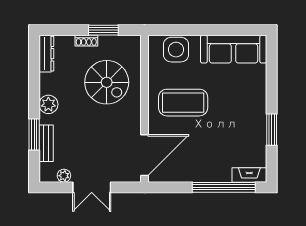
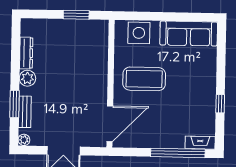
shoe rack: (86, 41) -> (61, 24), removed
dresser: (46, 54) -> (26, 53), moved
spiral stairs: (107, 82) -> (78, 60), removed
window: (272, 130) -> (220, 104), width x0.67
plant: (64, 176) -> (24, 140), moved

